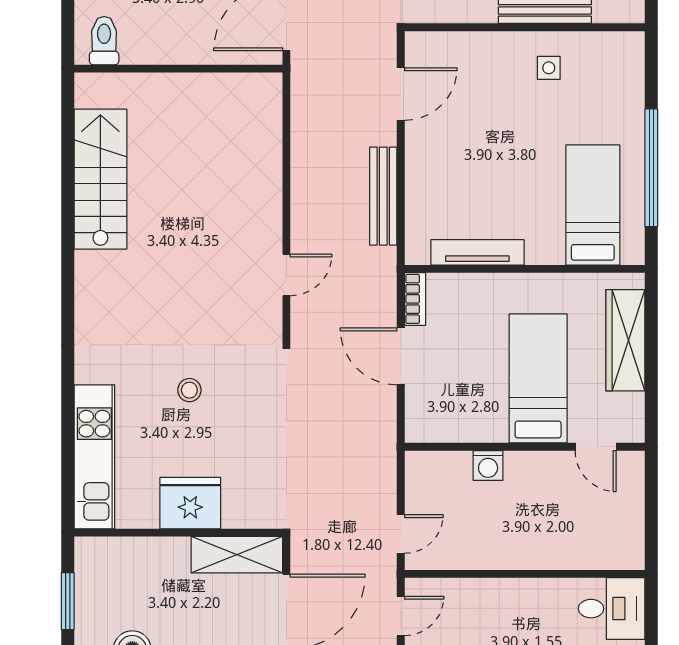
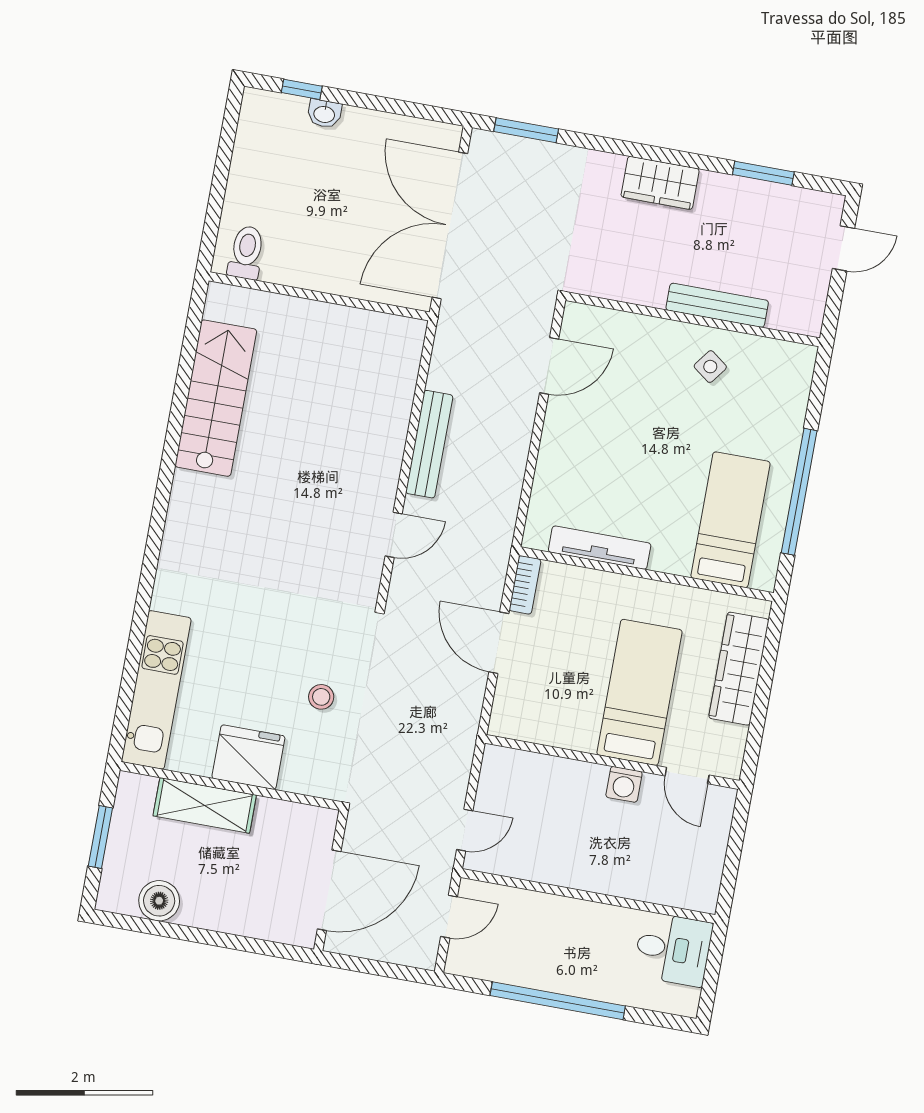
side table: (549, 68) -> (710, 367), turned 37
bench: (383, 196) -> (429, 444), moved
stool: (189, 390) -> (321, 697), moved
washing machine: (488, 465) -> (624, 784), moved
shelving: (237, 555) -> (205, 805), moved

